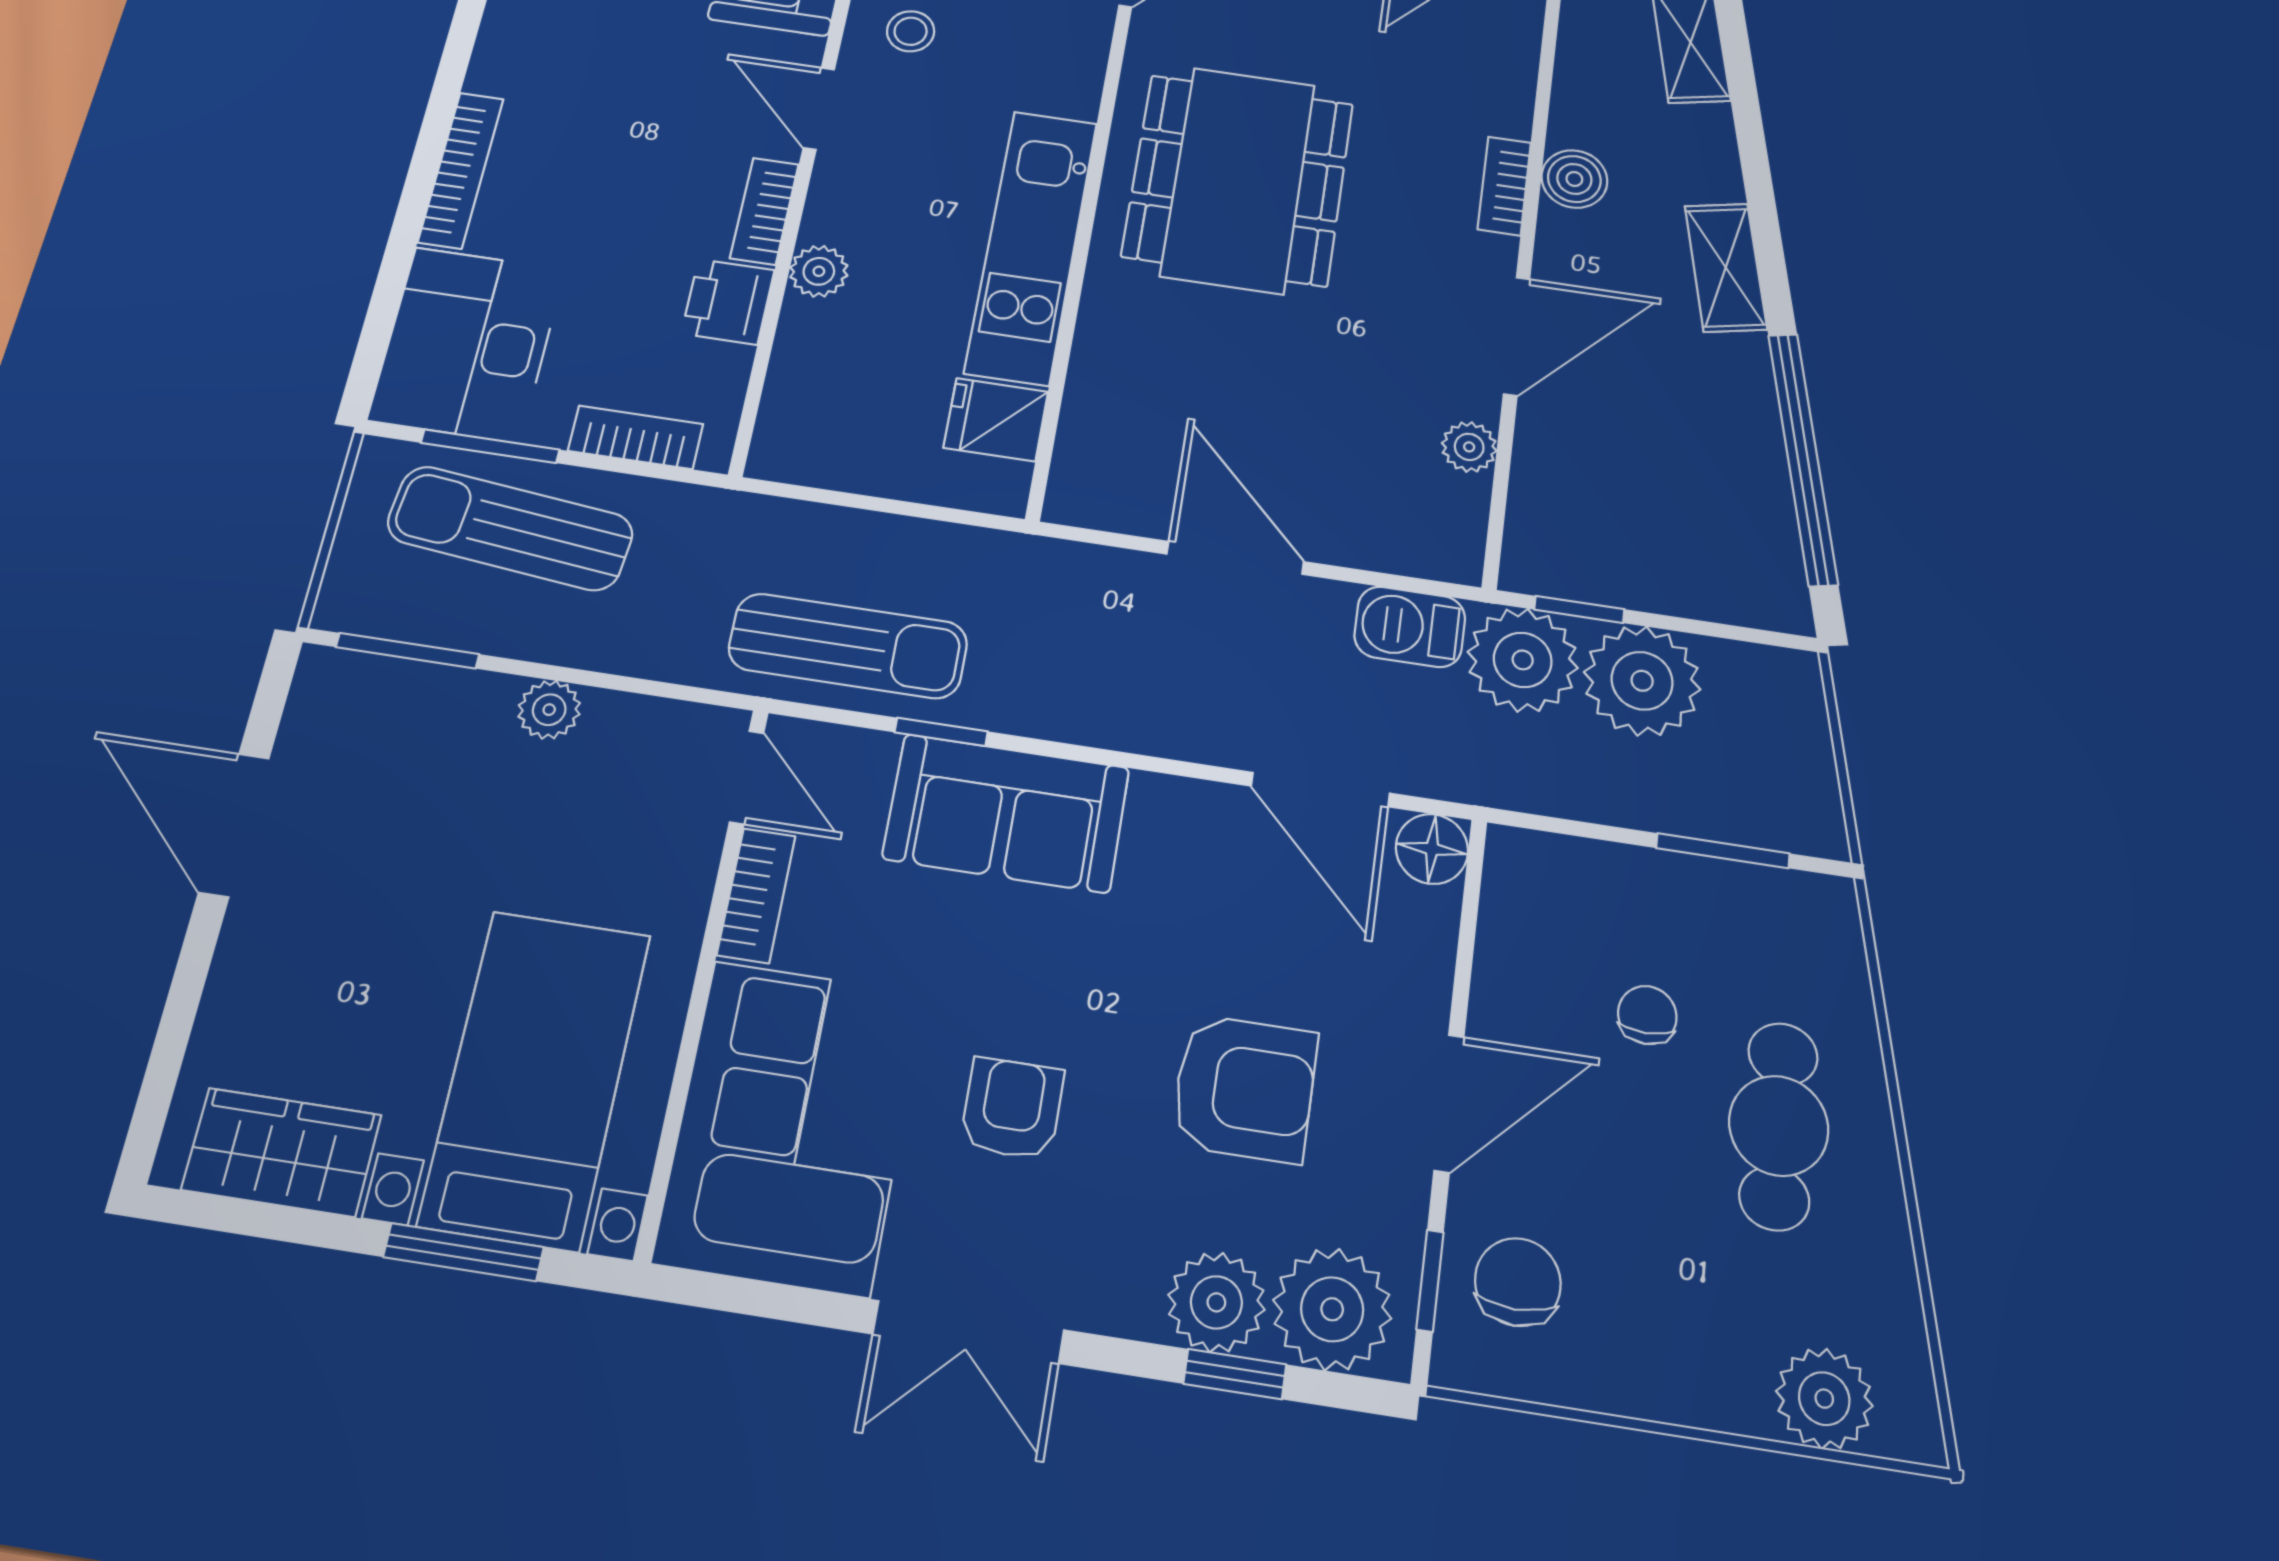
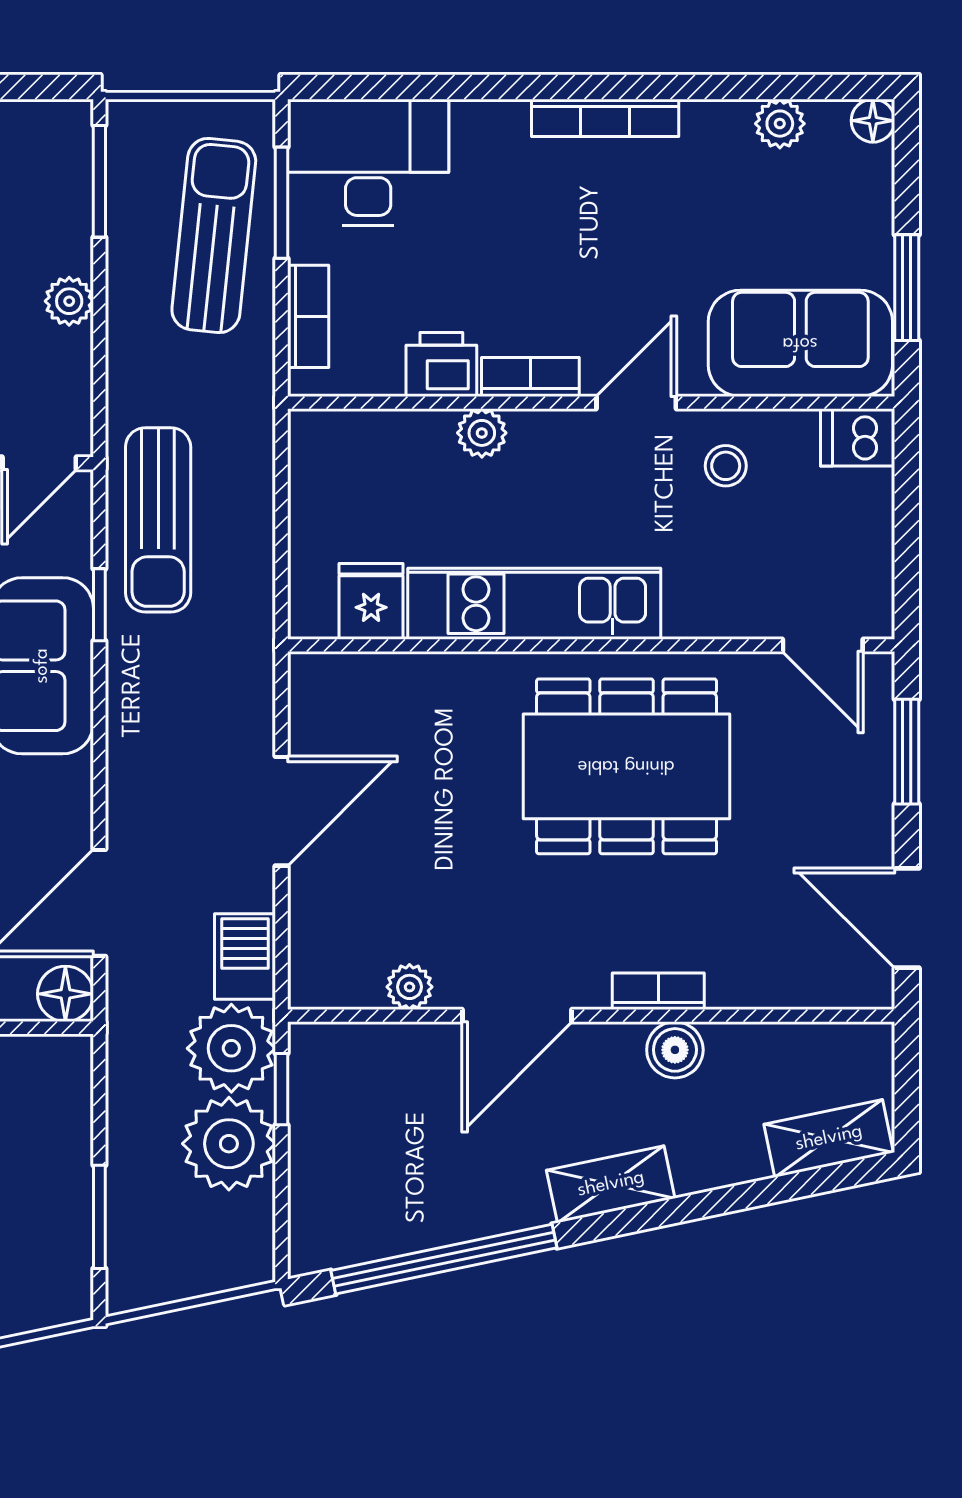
bookcase: (461, 170) -> (605, 118), moved
door: (1517, 336) -> (517, 1016), hinge flipped

